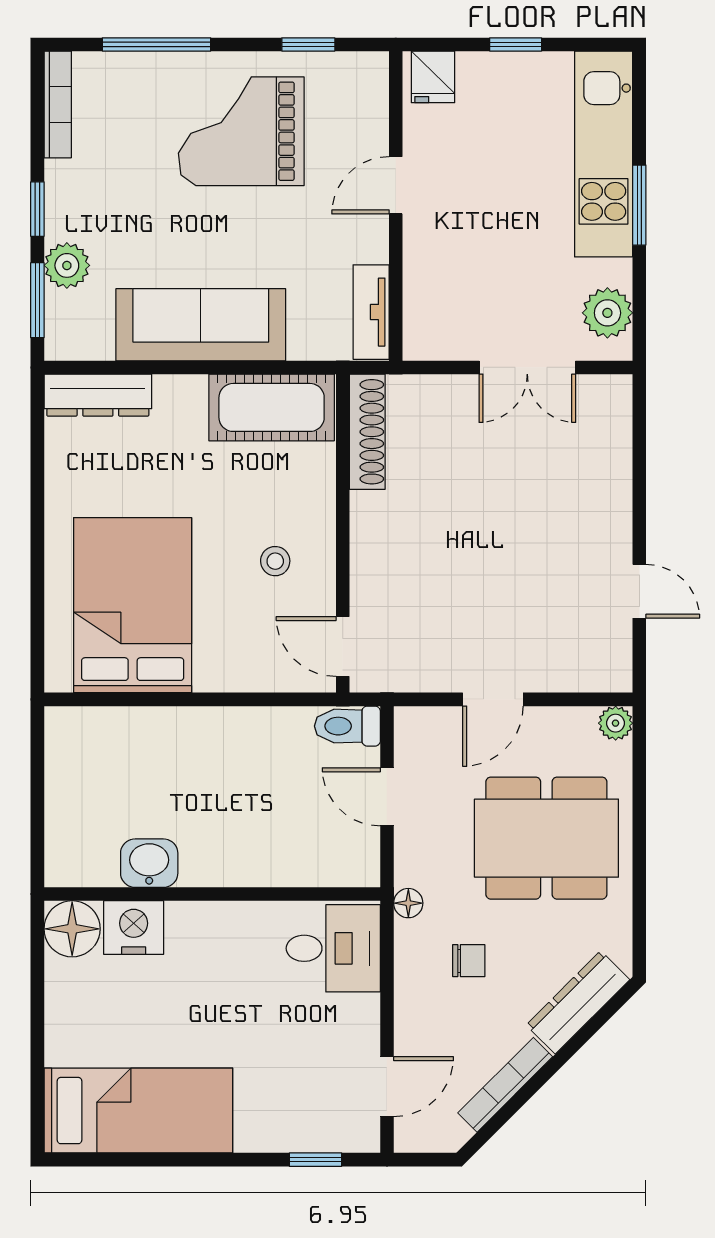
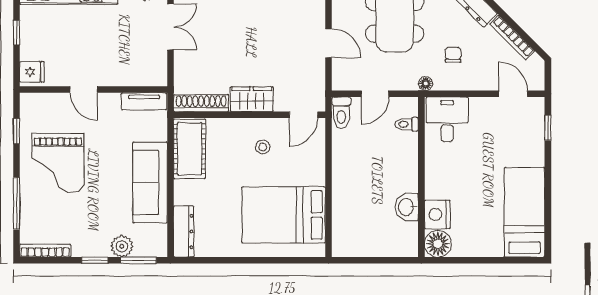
wardrobe: (376, 538) -> (252, 99), added
toilet: (323, 863) -> (407, 124), added

